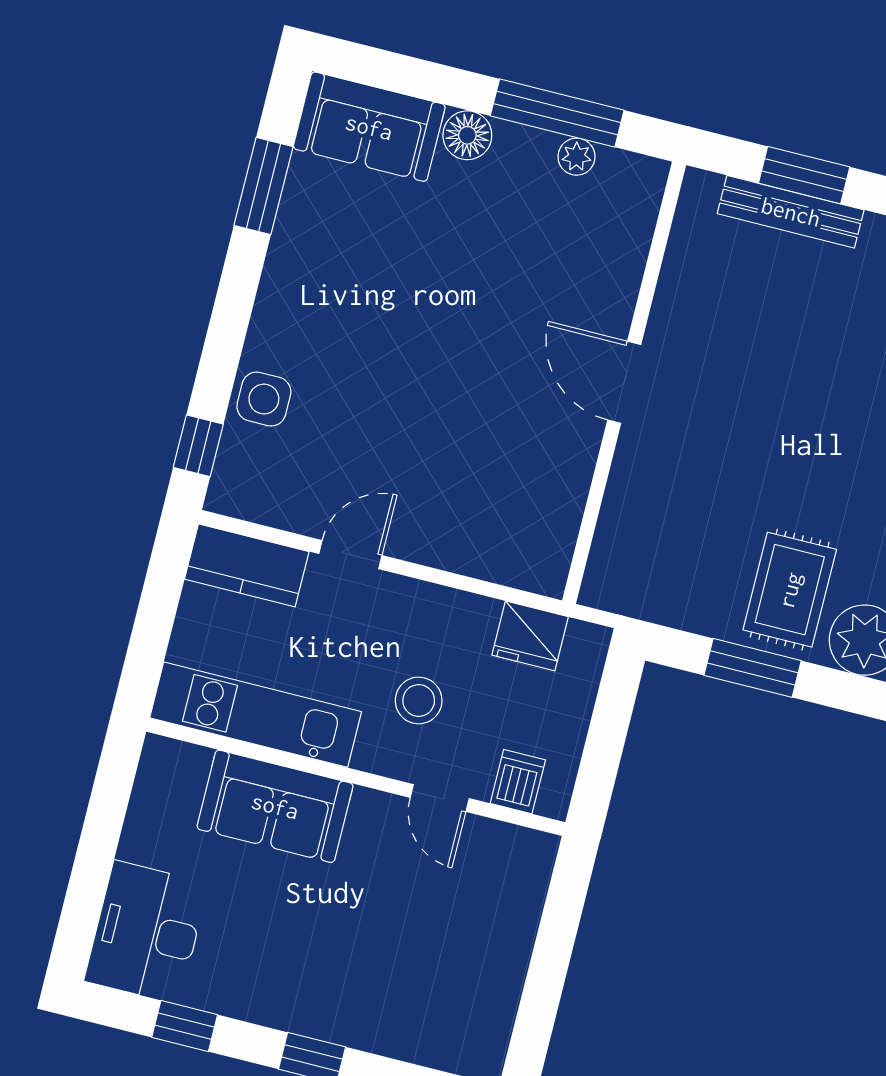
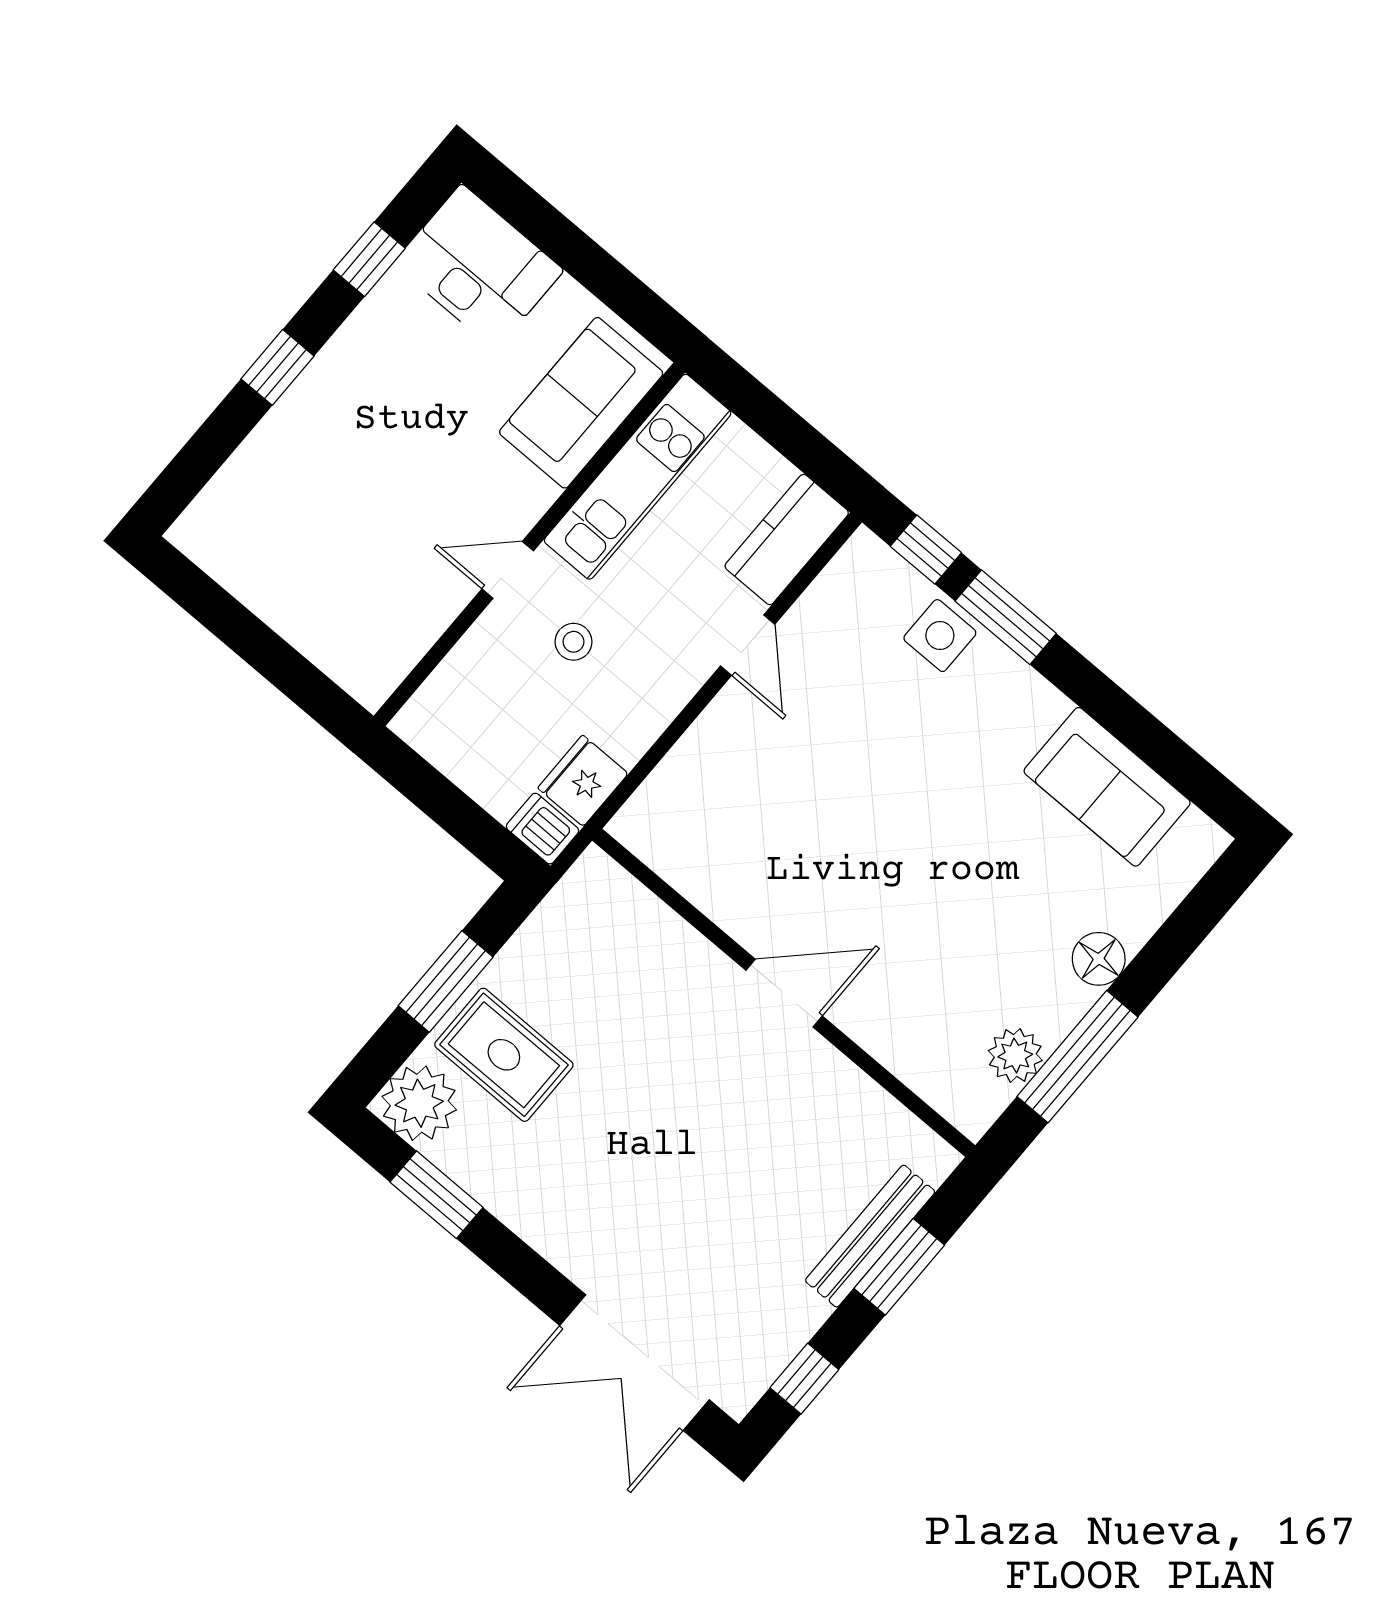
sofa: (369, 127) -> (1107, 787), moved, turned -90
plant: (577, 157) -> (1015, 1056), width x1.38, depth x1.38
window: (264, 186) -> (1006, 617), moved
stool: (419, 700) -> (574, 642), width x0.73, depth x0.73
dishwasher: (518, 782) -> (543, 829), moved, turned 180
door: (440, 798) -> (508, 570), moved
sofa: (275, 806) -> (581, 403), moved

